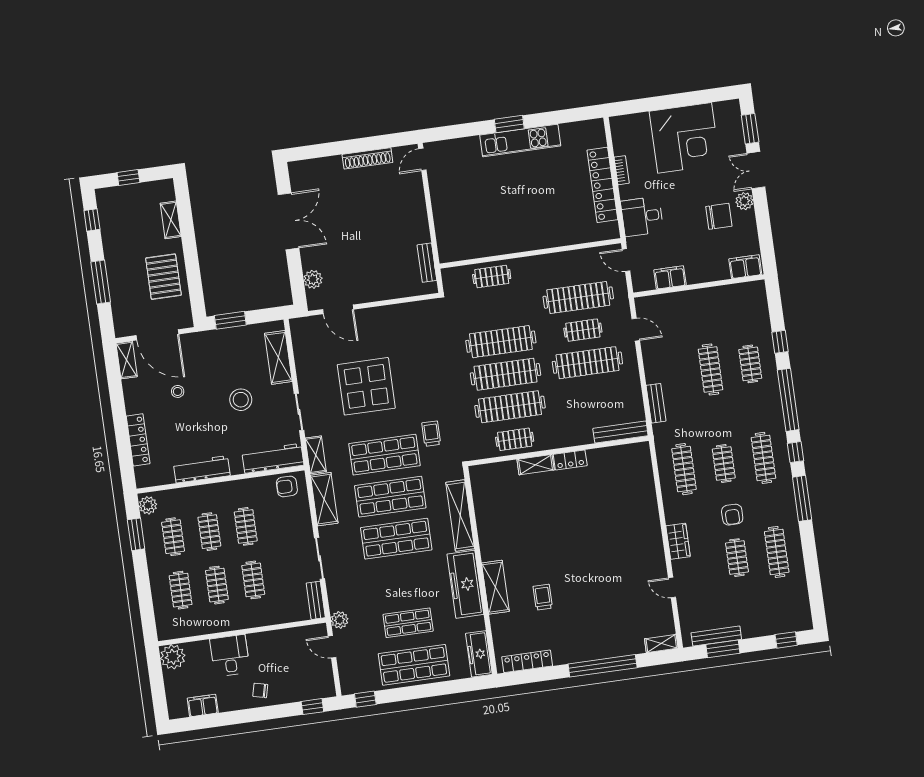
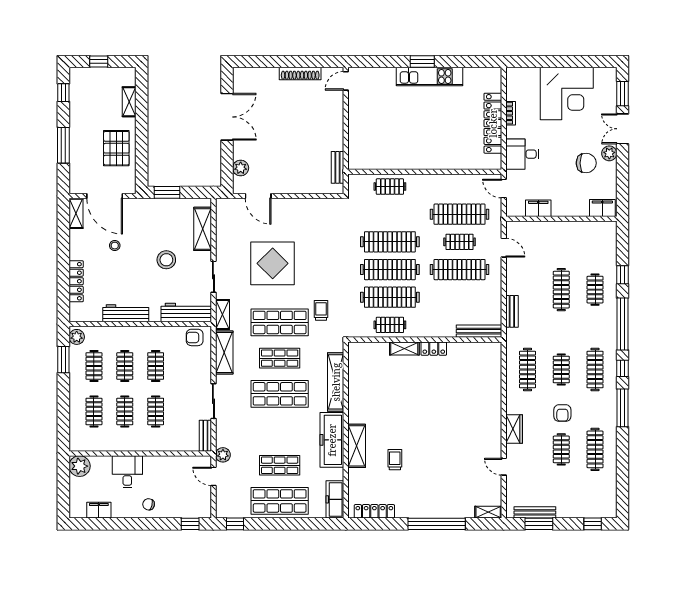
shop shelf: (390, 497) -> (280, 358), width x0.70, depth x0.74

